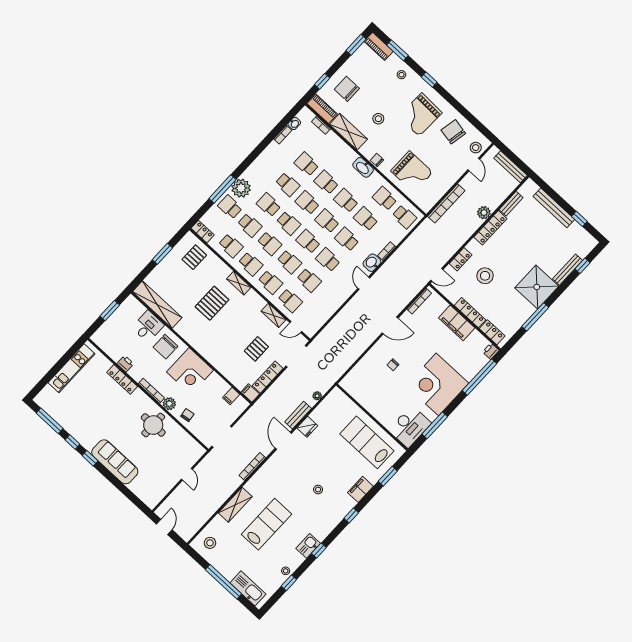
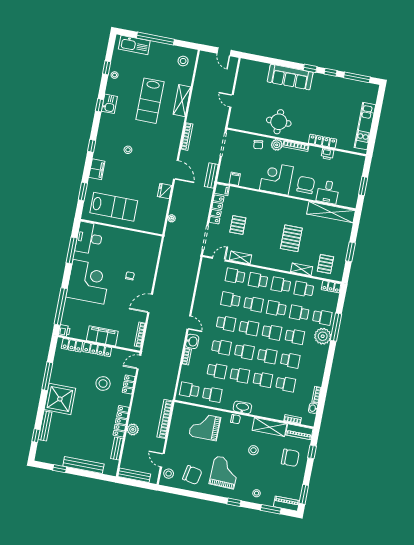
school desk: (288, 184) -> (290, 360), turned 180
school desk: (288, 223) -> (272, 332), turned 180
school desk: (289, 262) -> (253, 304), turned 180
shelving: (239, 283) -> (302, 269), moved
bench: (298, 415) -> (211, 176), moved

